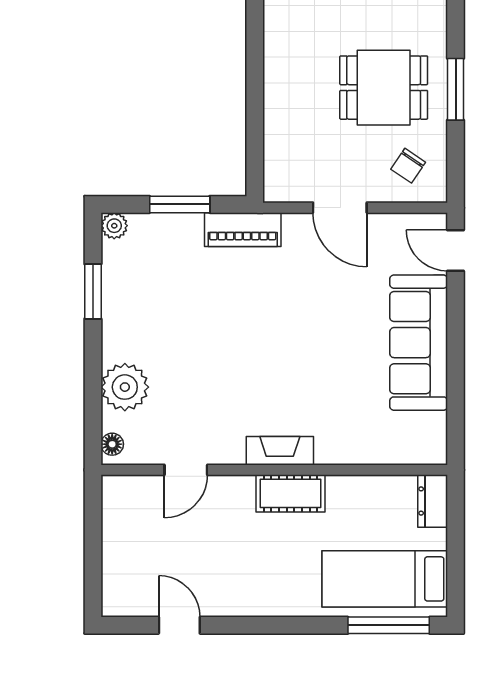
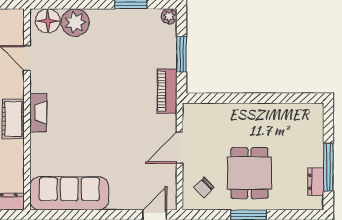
chair: (408, 166) -> (204, 187), turned -79
sofa: (419, 343) -> (69, 193), moved
floor lamp: (112, 444) -> (48, 21), width x1.89, depth x1.89

